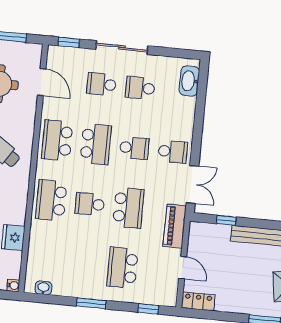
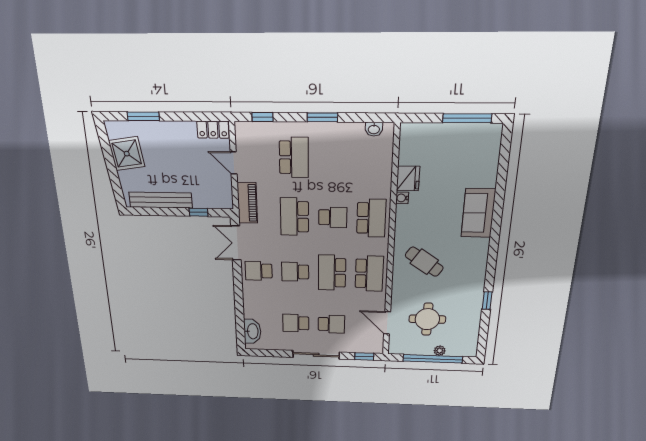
school desk: (140, 88) -> (296, 323), turned 180
water cooler: (13, 285) -> (402, 198), moved

